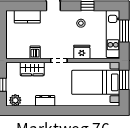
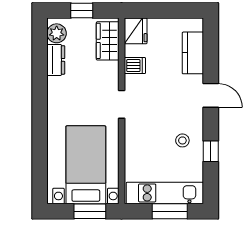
fridge: (82, 52) -> (136, 31), moved
wardrobe: (32, 69) -> (108, 41), moved
dresser: (45, 101) -> (56, 60), moved

